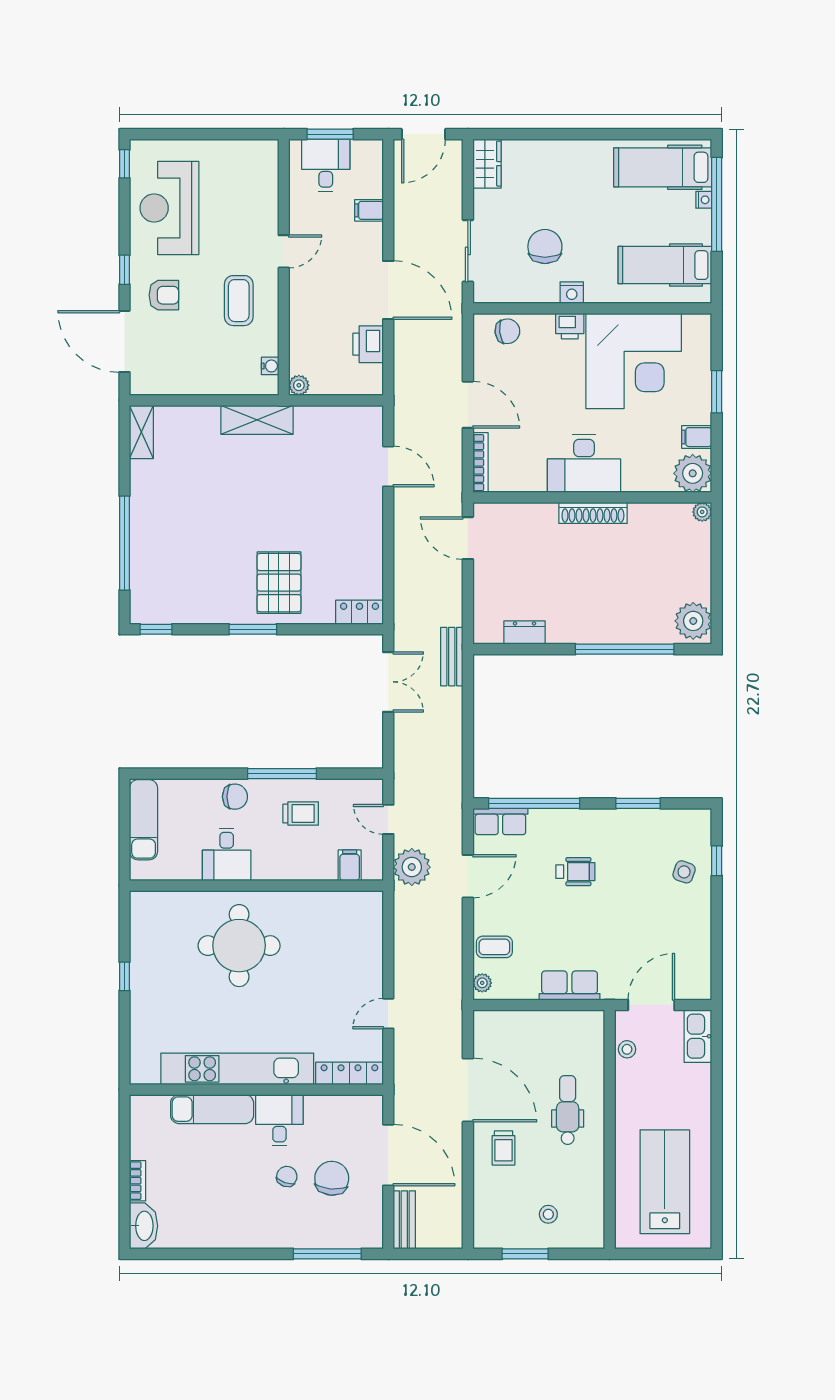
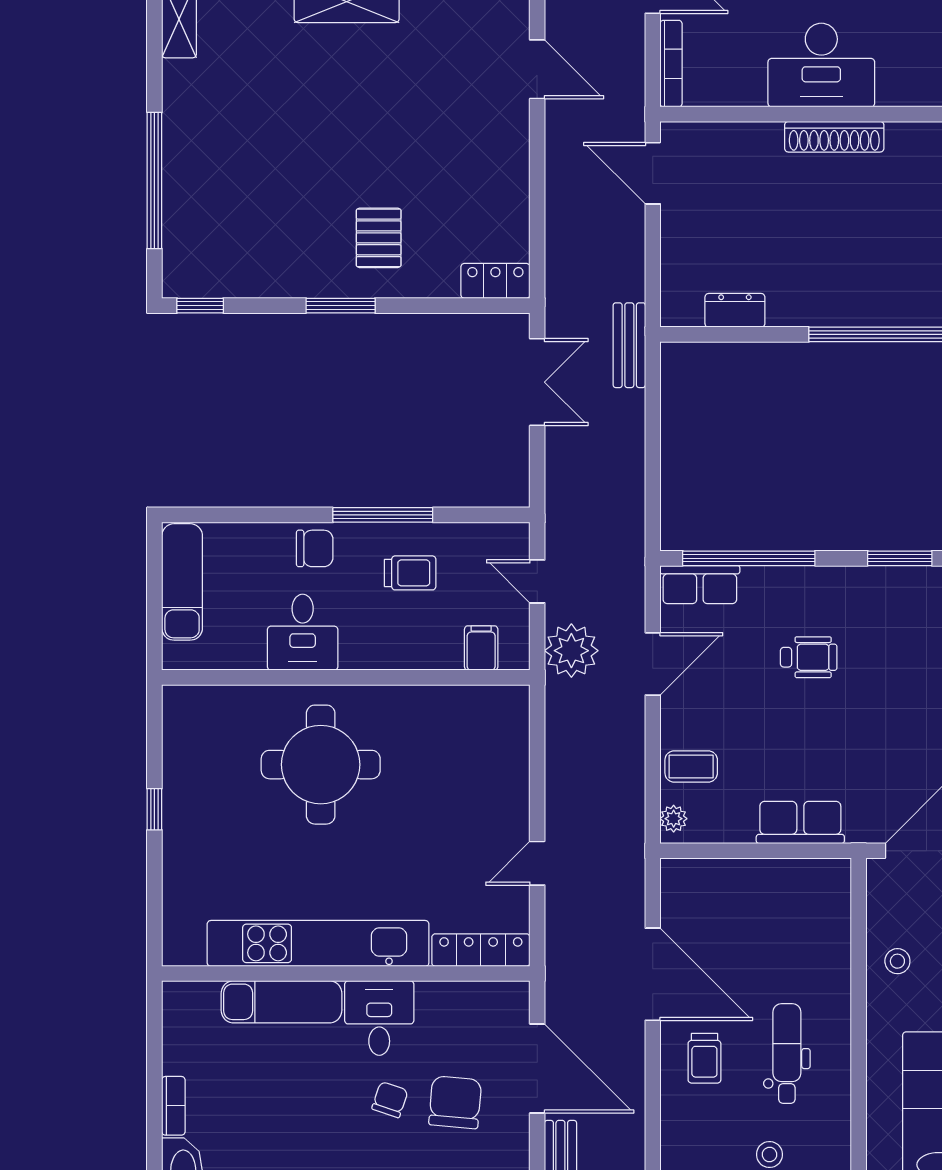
pallet: (279, 583) -> (379, 238), width x0.67, depth x0.71
stool: (627, 1049) -> (897, 961), moved
dental chair: (568, 1110) -> (787, 1054), moved

